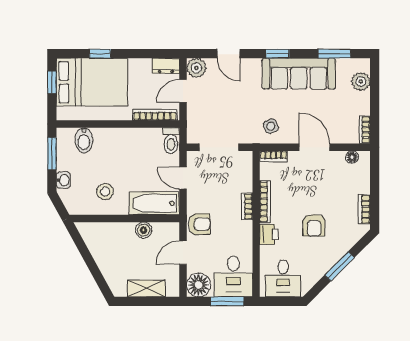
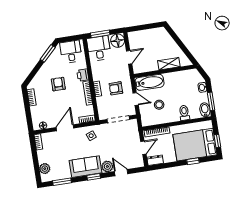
plant: (196, 68) -> (107, 166), moved
sofa: (299, 74) -> (85, 167), width x0.73
bidet: (84, 140) -> (205, 110), moved
toilet: (171, 141) -> (184, 113), moved
door: (314, 147) -> (65, 128), swing flipped
stool: (105, 192) -> (159, 105), moved
armchair: (199, 224) -> (116, 88), moved
boiler: (144, 230) -> (153, 66), removed
window: (340, 266) -> (48, 53), moved
shelving: (146, 288) -> (169, 64), moved

